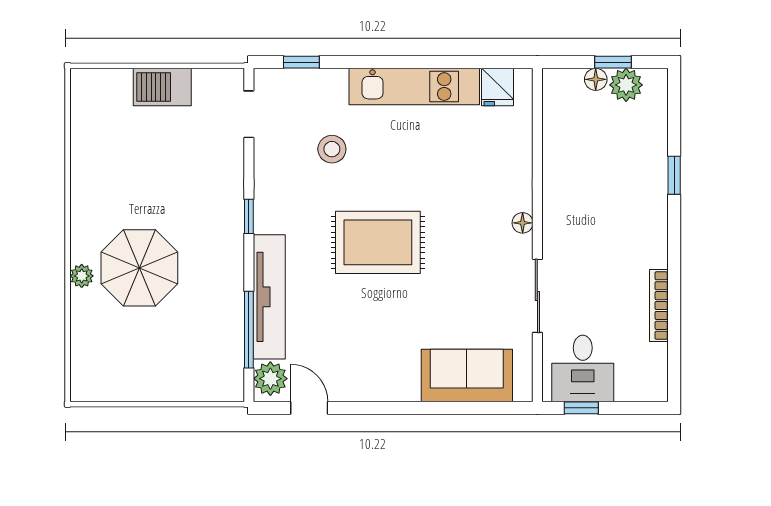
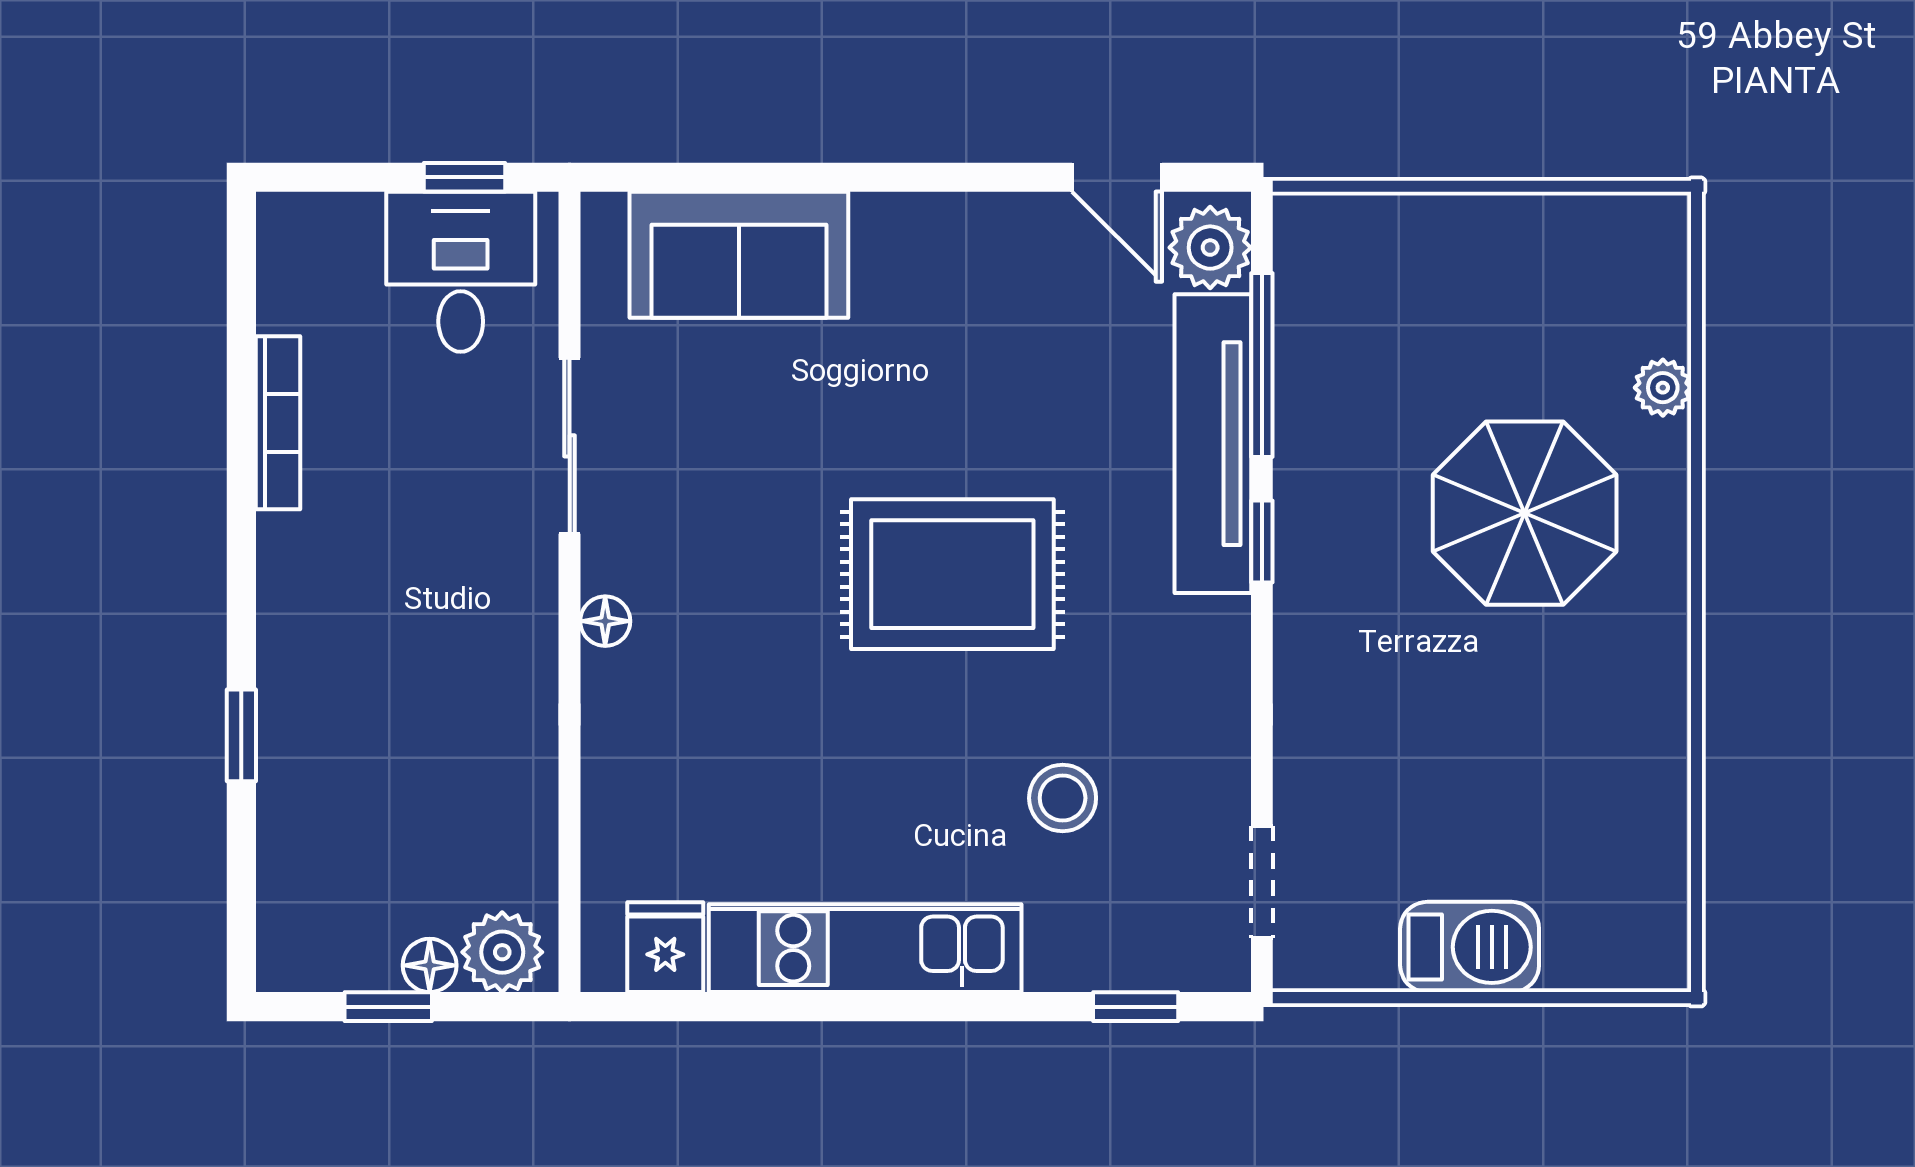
plant: (626, 85) -> (502, 952), moved
window: (249, 216) -> (1262, 542), moved
plant: (82, 276) -> (1663, 388), moved

